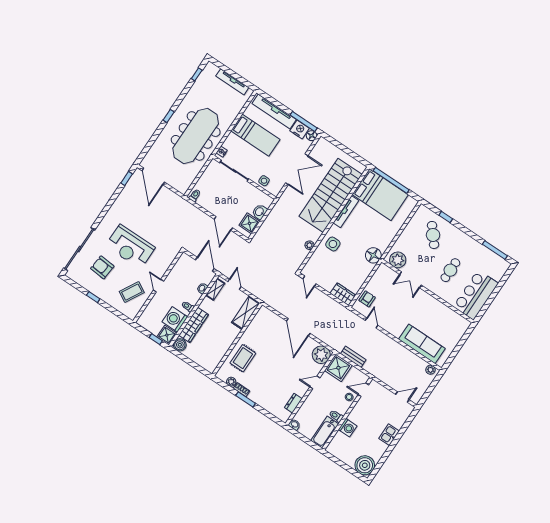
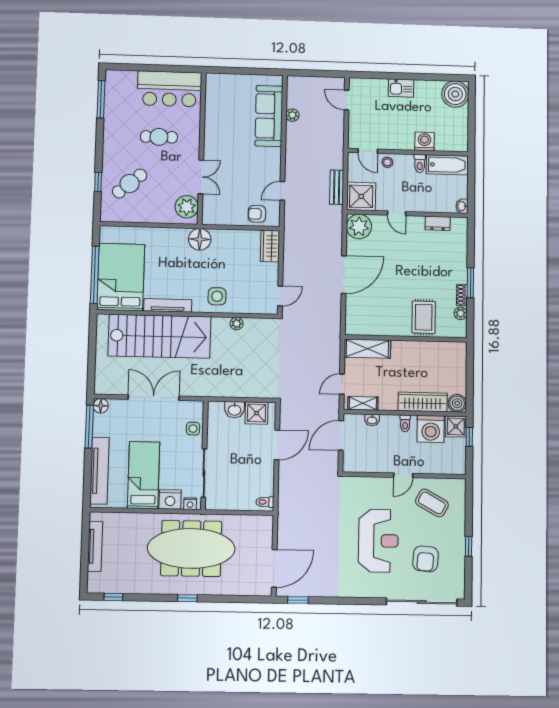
nightstand: (300, 129) -> (170, 499), moved, turned -90
rug: (243, 358) -> (424, 317), turned 90
plant: (430, 370) -> (292, 115), moved

